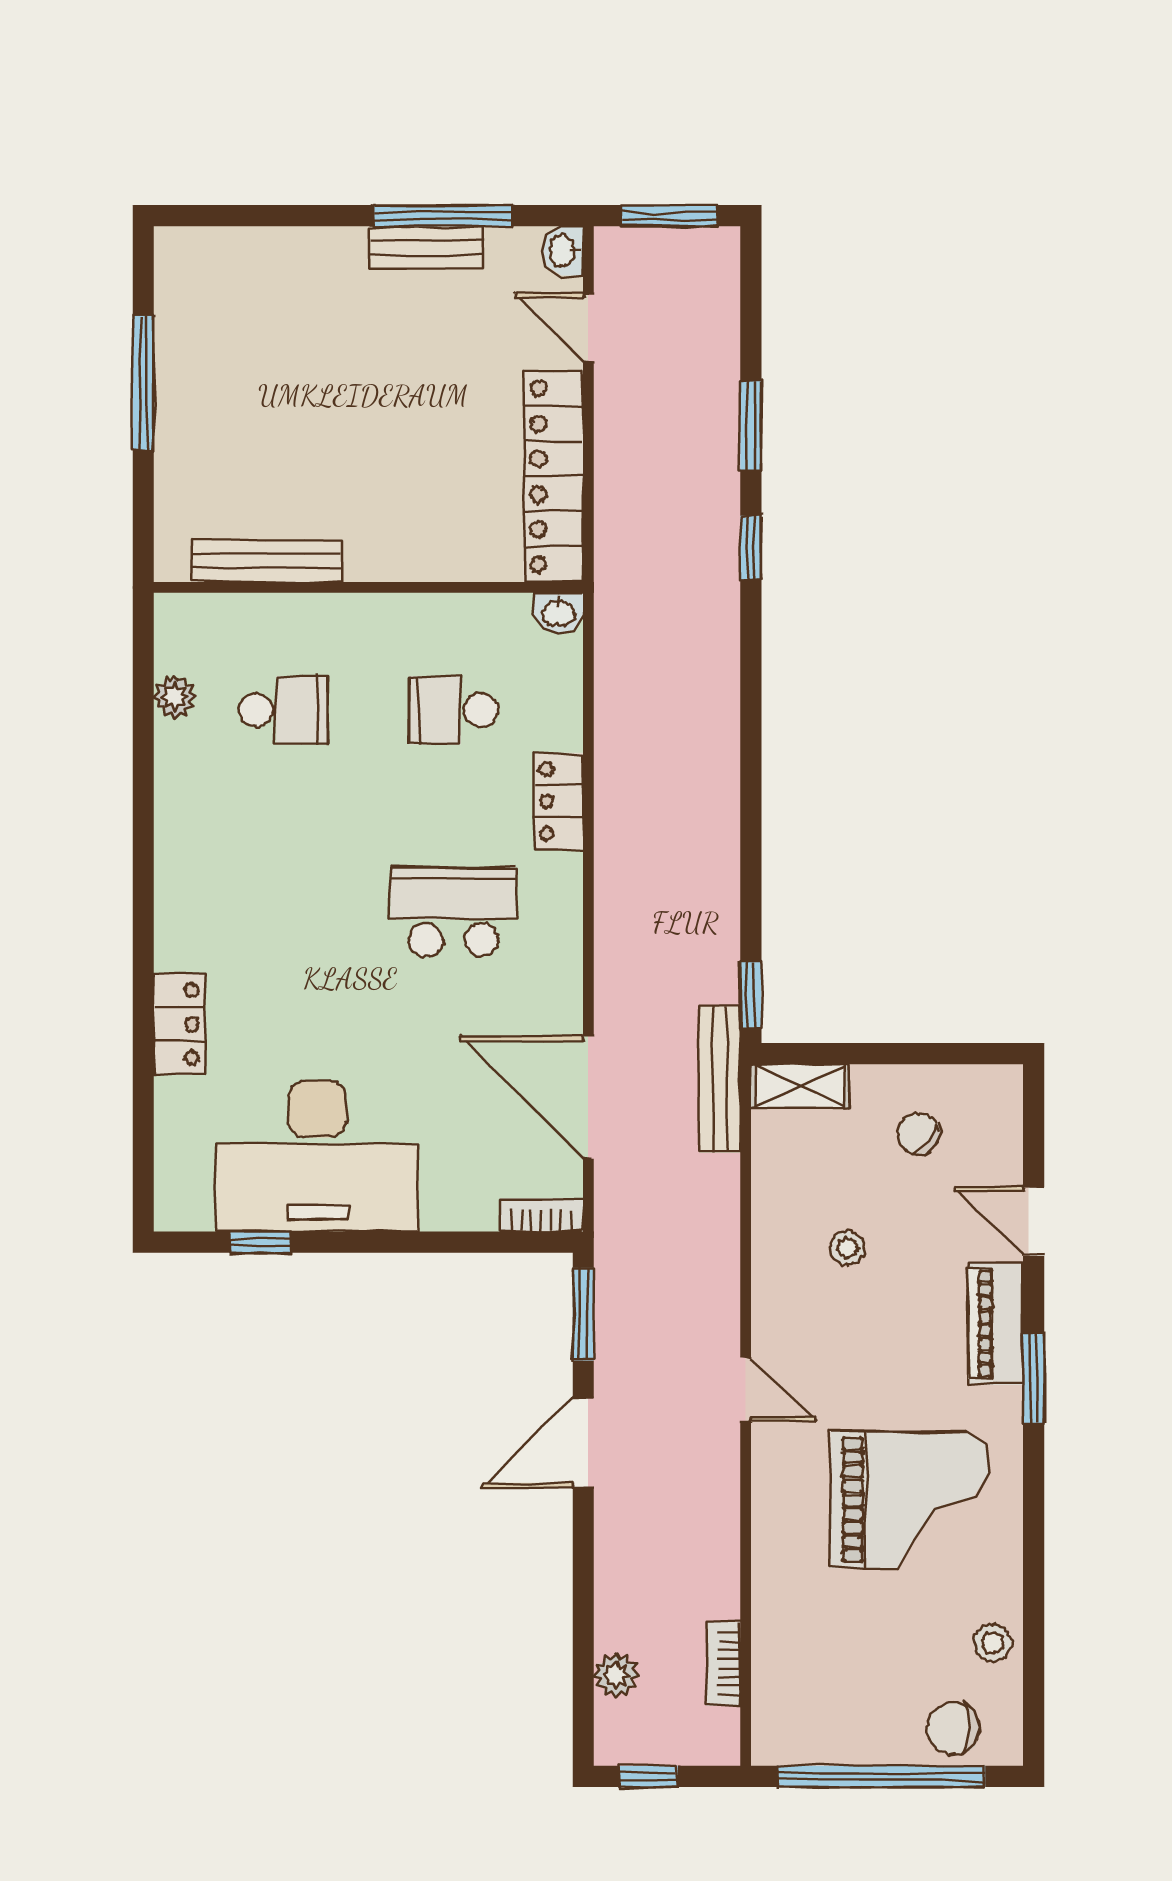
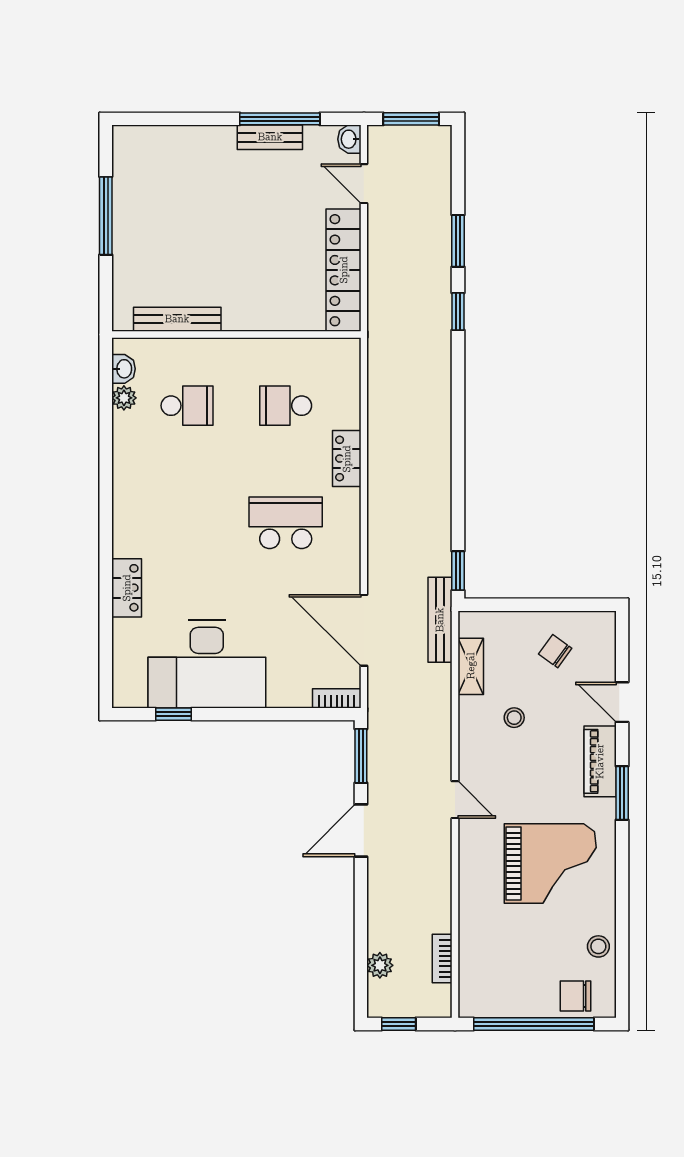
washbasin: (558, 613) -> (124, 369), moved, turned -90
shelving: (800, 1086) -> (471, 666), moved, turned 90

